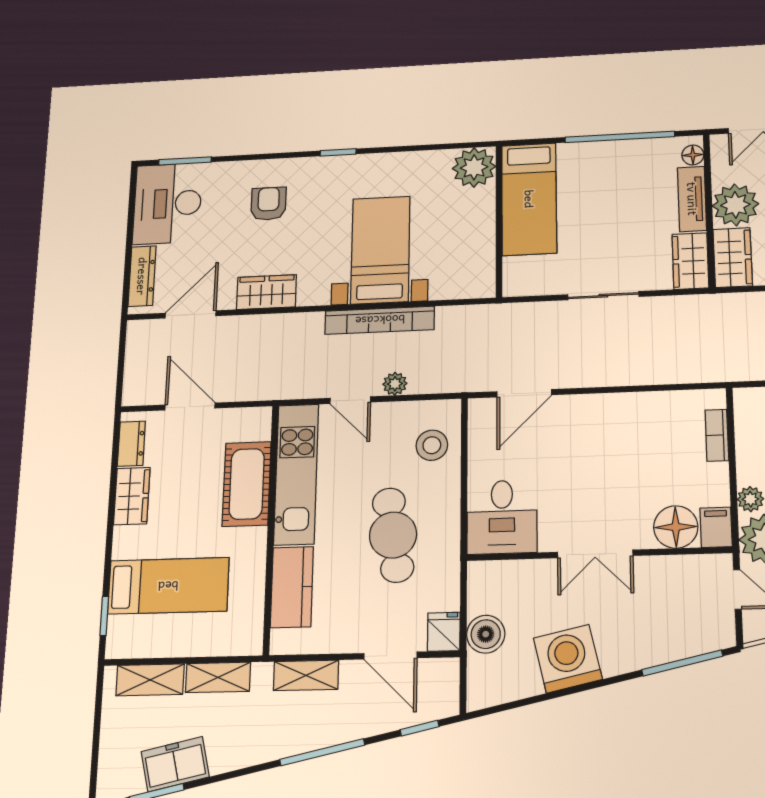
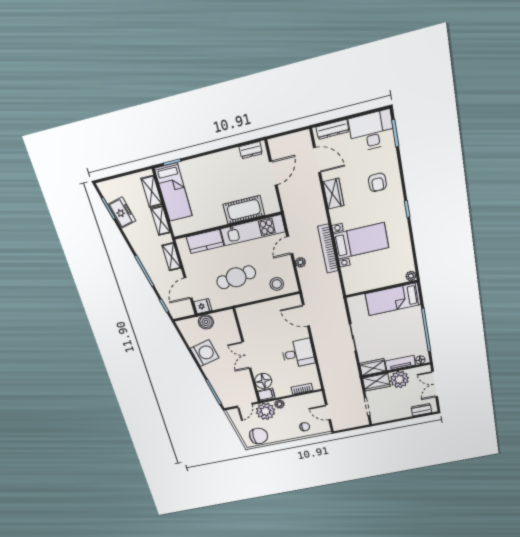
plant: (474, 167) -> (411, 276), width x0.53, depth x0.53
armchair: (268, 204) -> (377, 182), turned 90
wardrobe: (132, 496) -> (227, 158), removed
desk: (502, 517) -> (298, 353), moved, turned 180
bed: (168, 586) -> (173, 192), moved

